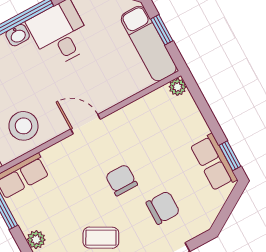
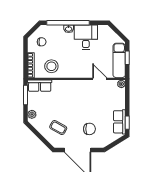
door: (85, 124) -> (100, 79), moved
chair: (121, 180) -> (79, 109), removed

